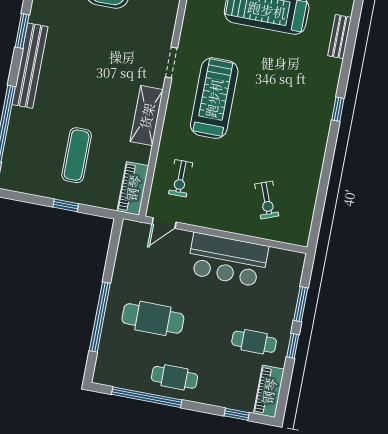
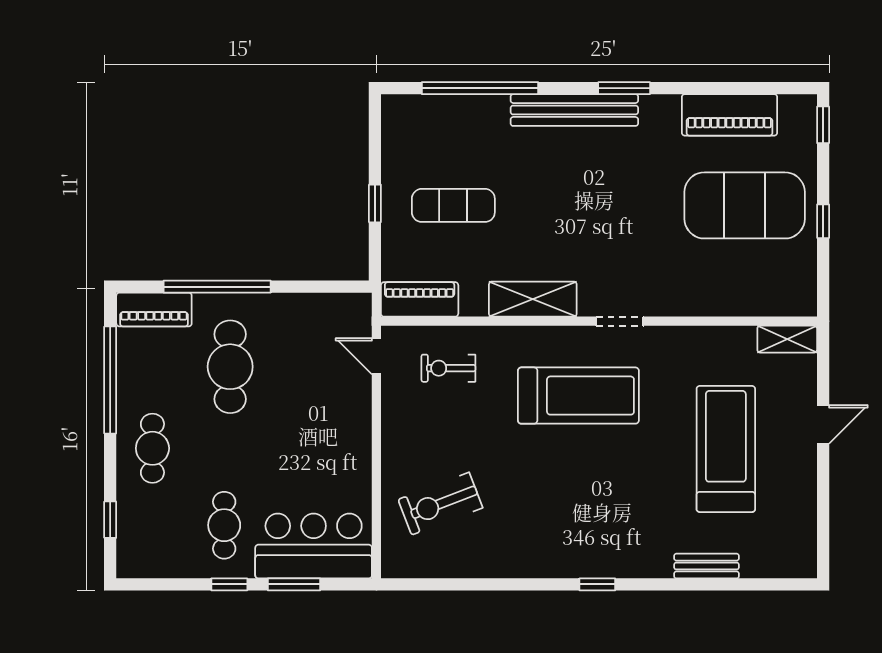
exercise bike: (267, 200) -> (440, 504), width x1.38, depth x1.39
bar counter: (228, 260) -> (314, 546), moved, turned 90
cafe table: (174, 377) -> (152, 448), moved
piano: (269, 391) -> (154, 310), moved, turned 180

